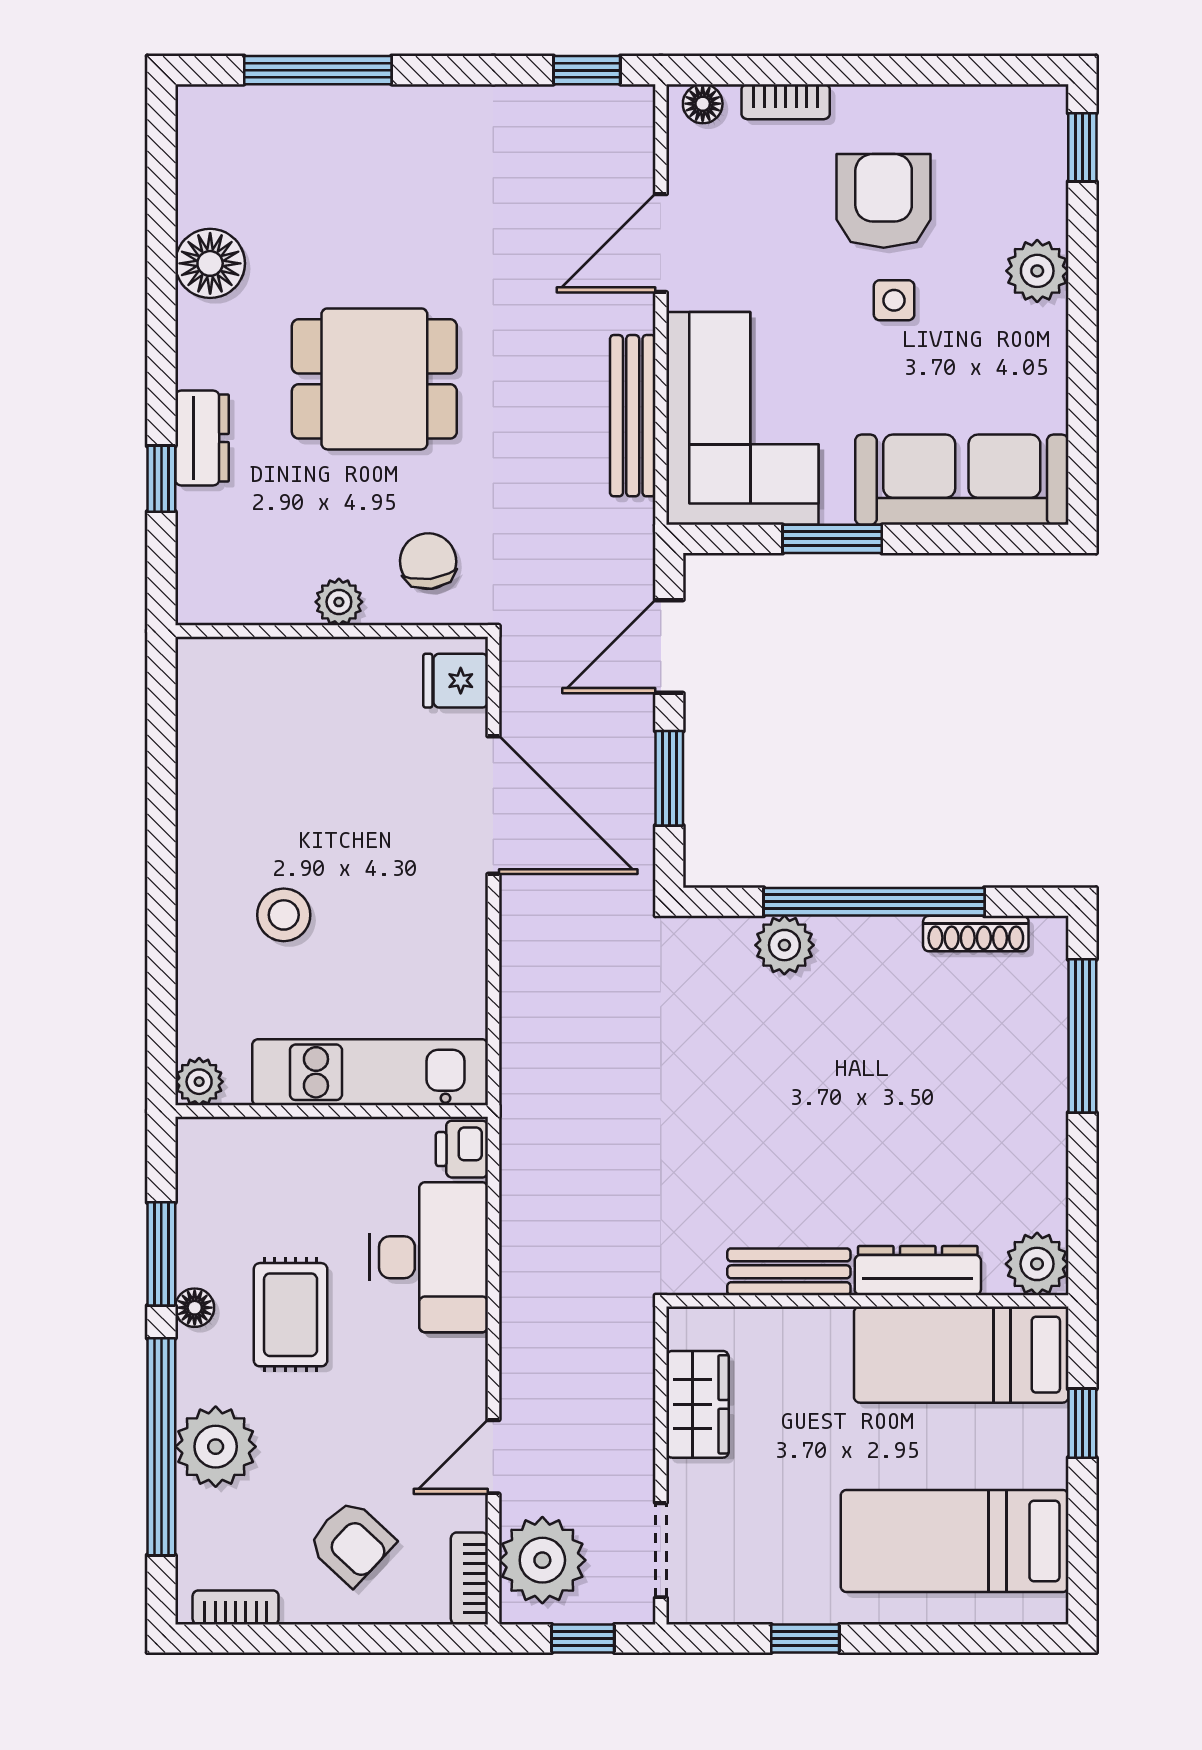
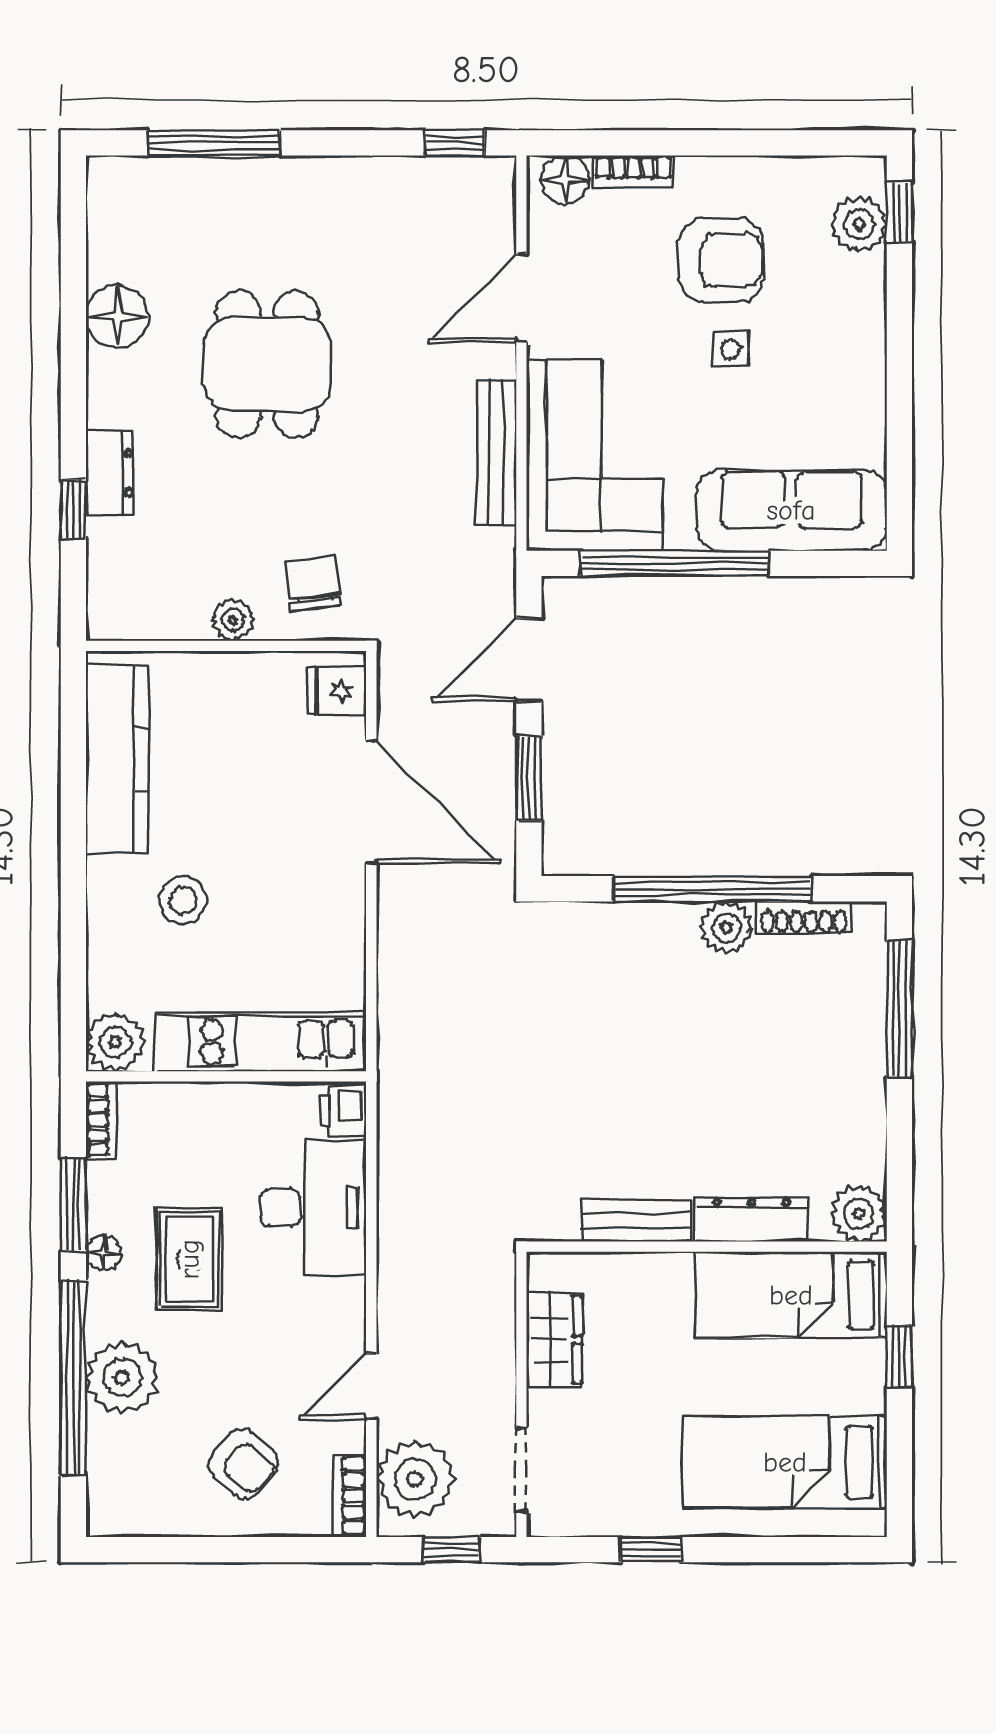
floor lamp: (703, 104) -> (566, 180), width x1.37, depth x1.37
armchair: (884, 201) -> (721, 260), turned 90
plant: (1037, 271) -> (859, 224), moved
dining table: (374, 379) -> (267, 364), moved, turned 90
window: (832, 539) -> (675, 563), width x2.11
kitchen counter: (210, 757) -> (117, 759), added
plant: (784, 945) -> (726, 928), moved
plant: (199, 1082) -> (115, 1042), width x1.38, depth x1.38
bookcase: (236, 1607) -> (101, 1120), moved, turned 90

